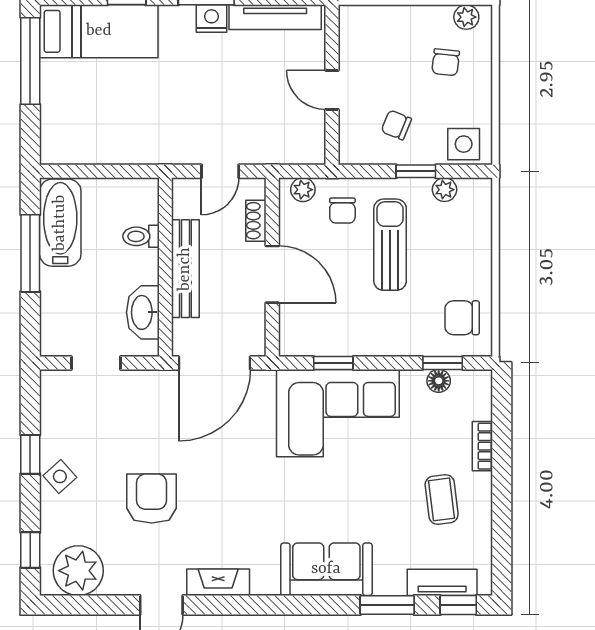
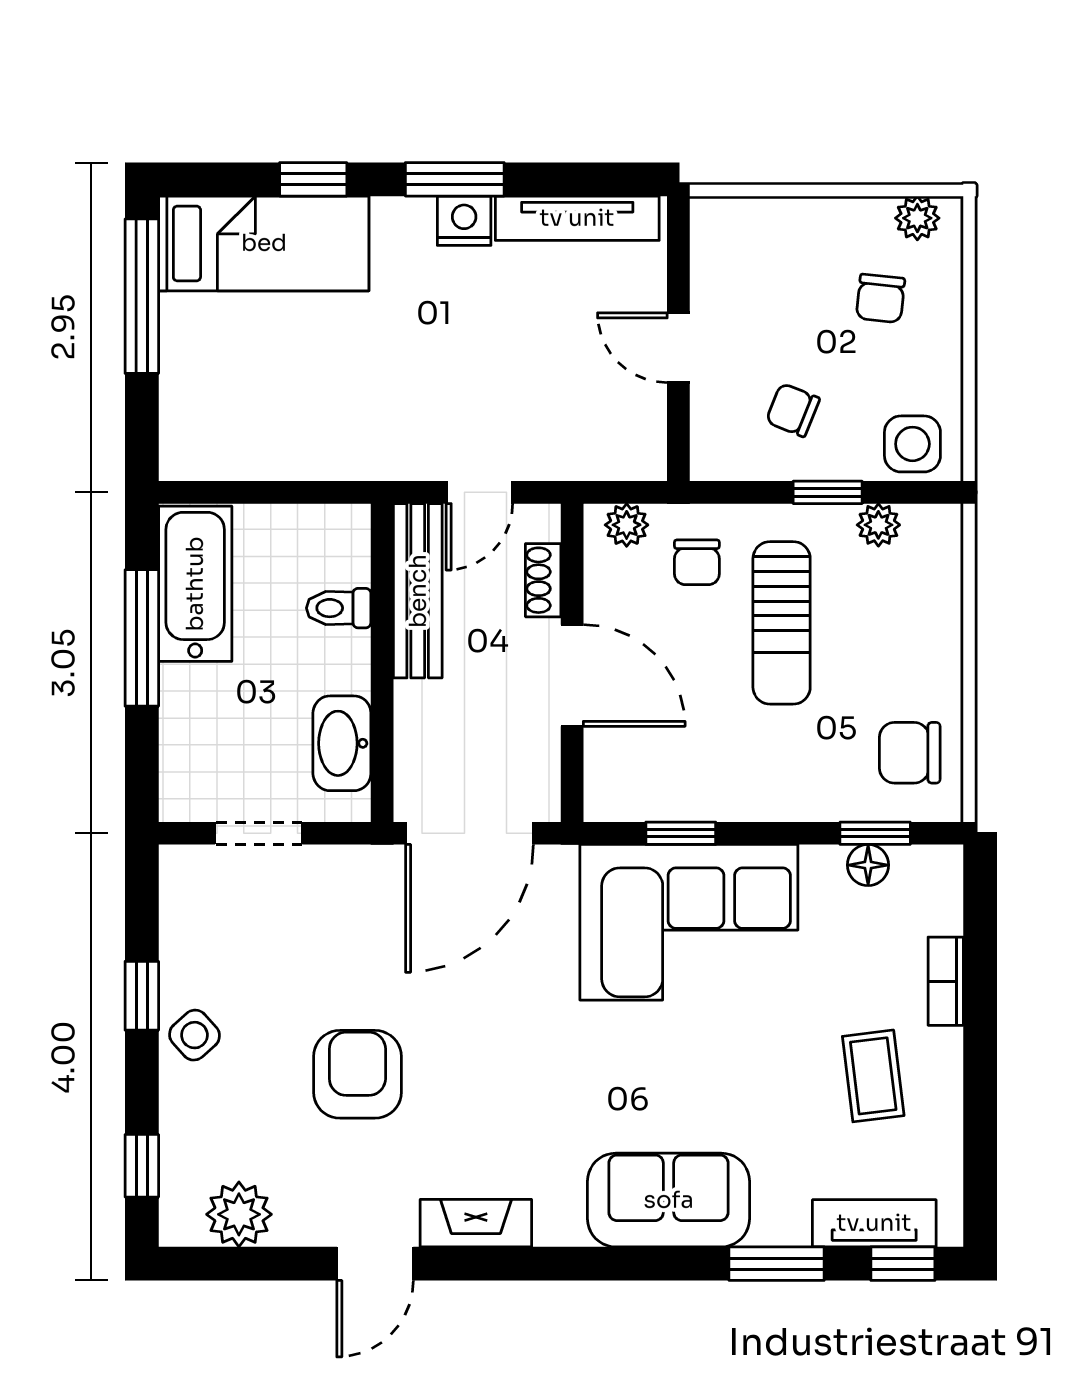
sun lounger: (390, 245) -> (782, 623), turned 180
bench: (185, 269) -> (418, 591), moved
plant: (78, 571) -> (239, 1214), width x0.73, depth x0.73

